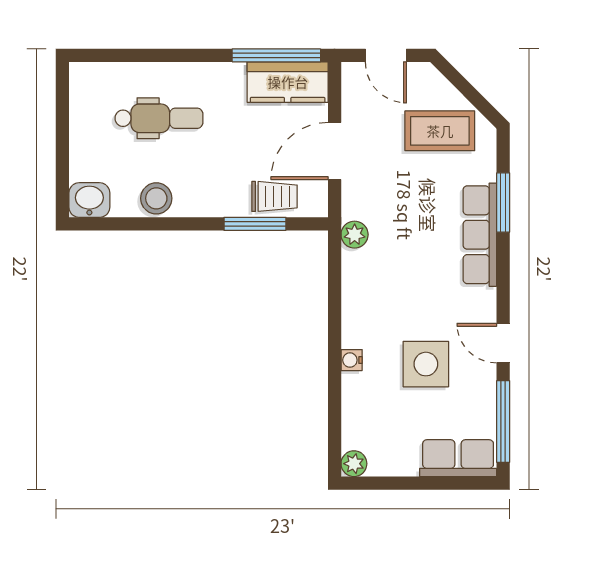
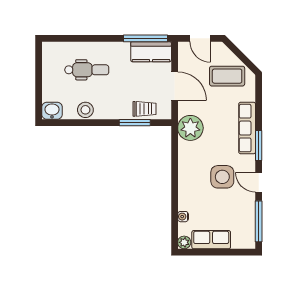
door: (335, 151) -> (175, 86), swing flipped
window: (503, 203) -> (259, 146), moved
plant: (355, 235) -> (190, 128), width x1.88, depth x1.88
water cooler: (352, 360) -> (183, 217), moved
side table: (426, 364) -> (222, 177), moved
row of seats: (458, 458) -> (211, 240), moved

